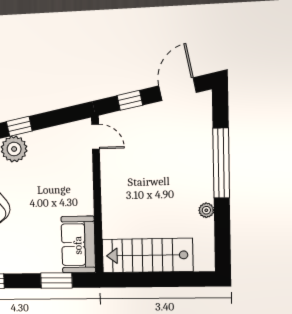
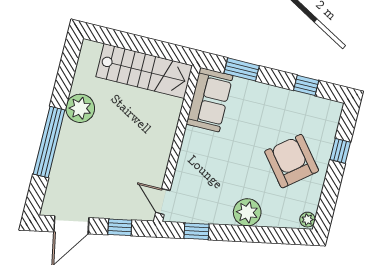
window: (19, 126) -> (196, 231), moved
plant: (206, 210) -> (80, 108), width x1.88, depth x1.88

